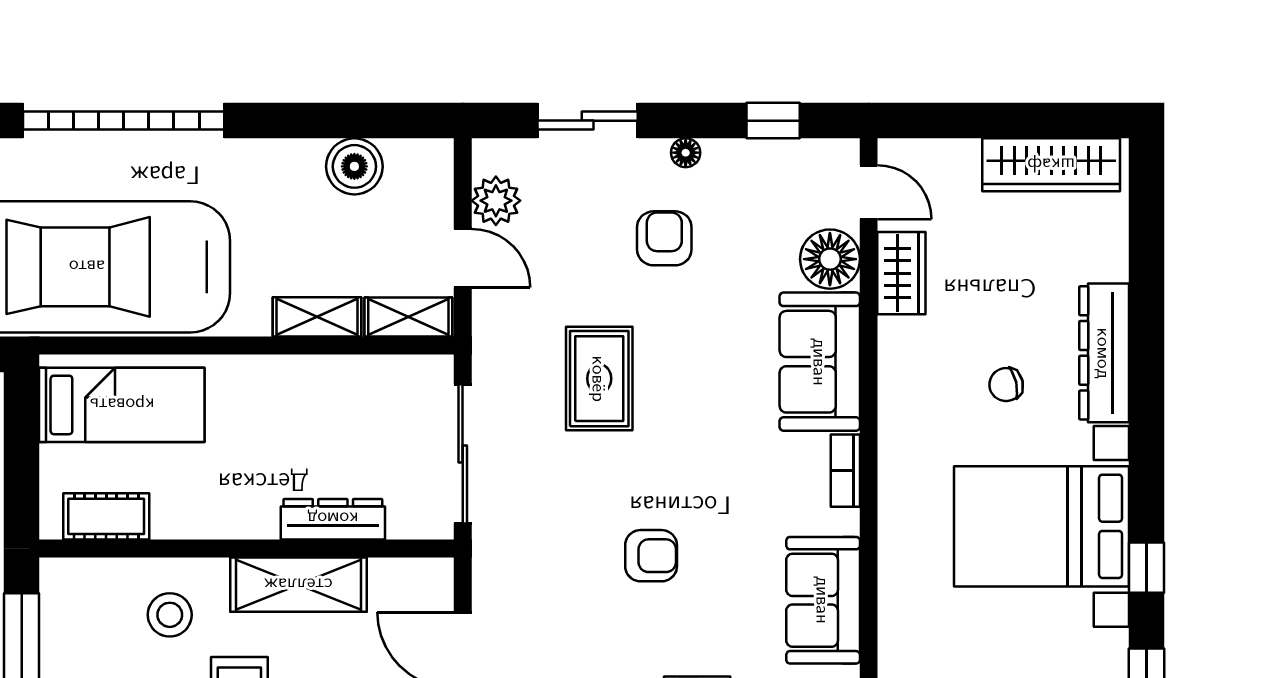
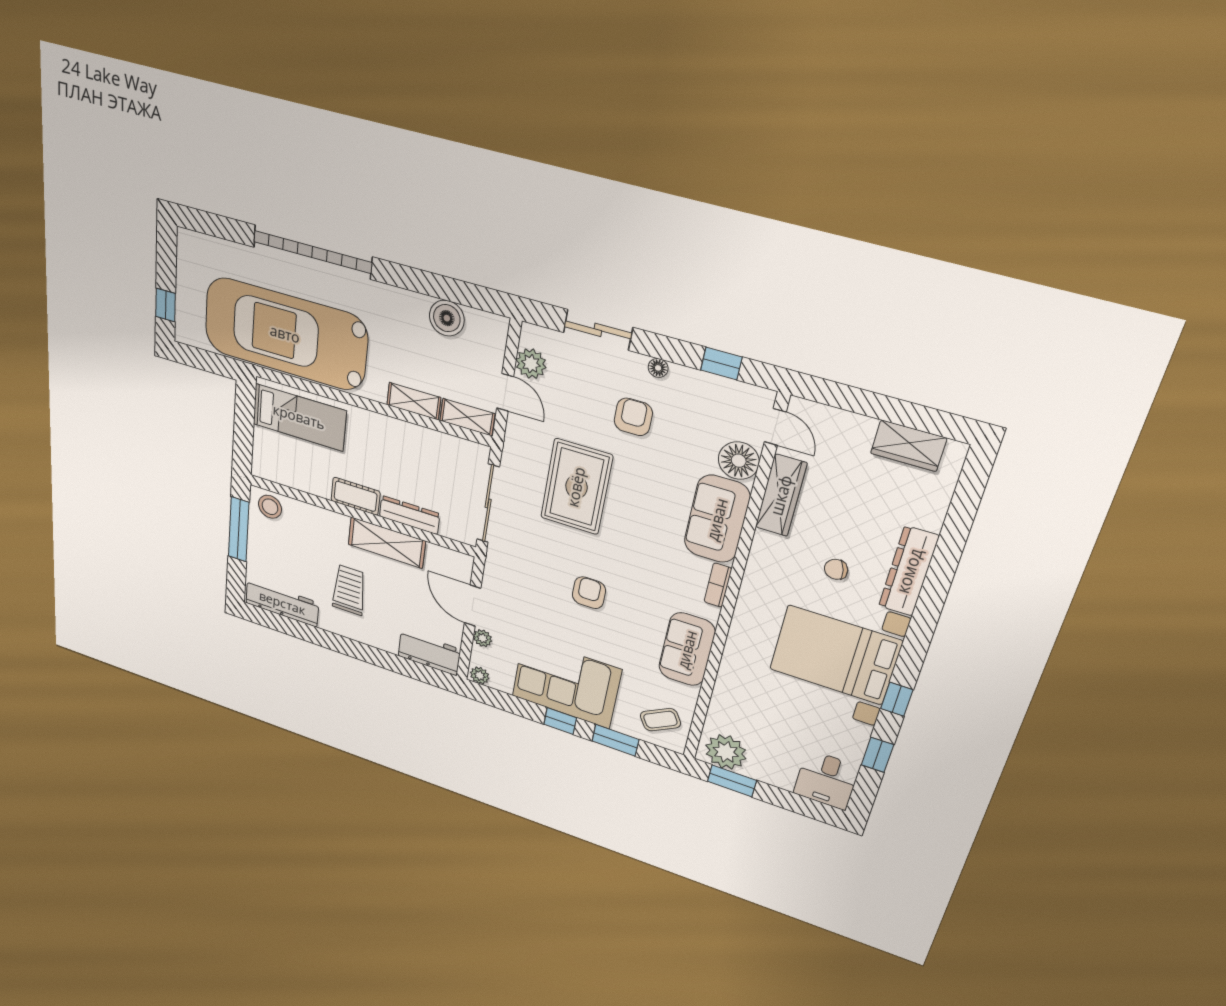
wardrobe: (1051, 165) -> (909, 446), width x0.67
wardrobe: (901, 273) -> (781, 495), width x1.50
rug: (599, 379) -> (576, 487), width x1.36, depth x1.43
cot: (106, 516) -> (356, 496), moved
armchair: (651, 556) -> (589, 593), turned -90
stool: (170, 615) -> (270, 507), moved

